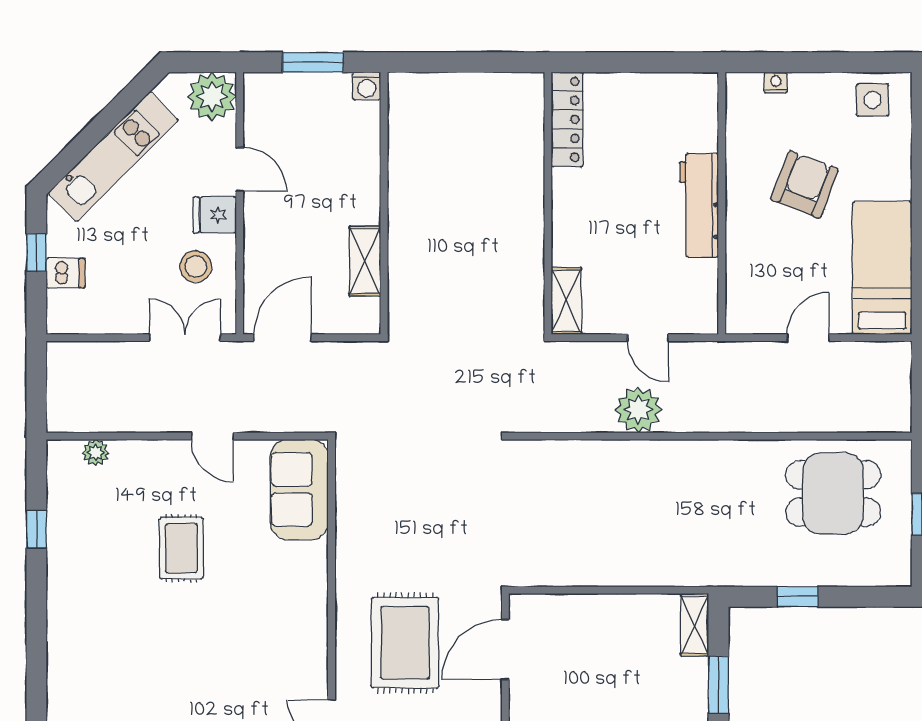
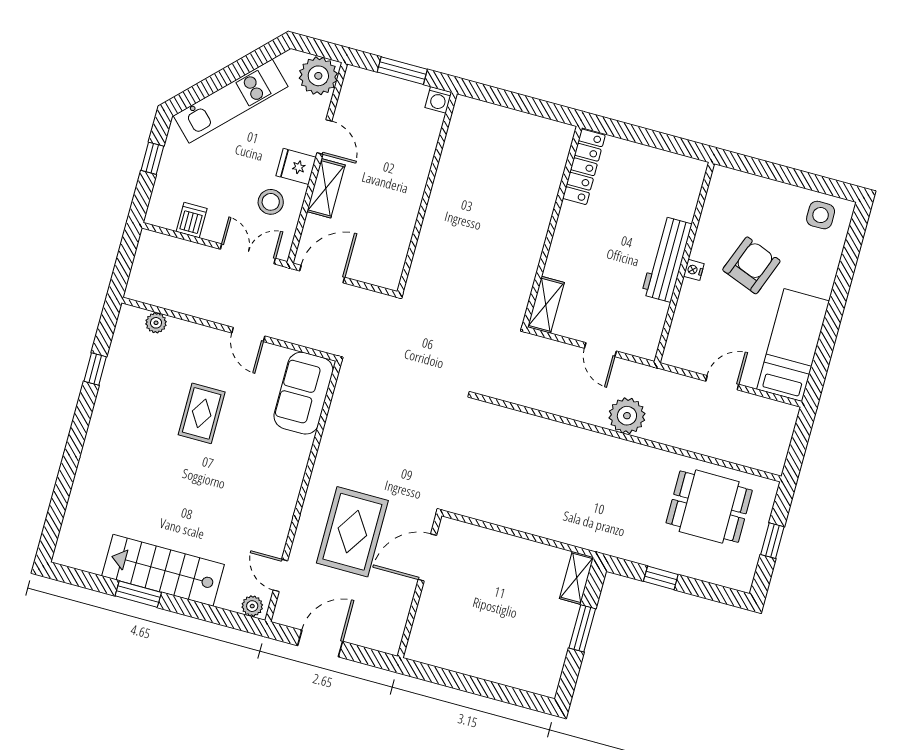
nightstand: (776, 83) -> (694, 270), moved, turned -90
shelving: (365, 261) -> (326, 188), moved
dishwasher: (66, 273) -> (192, 220), moved, turned -90
plant: (638, 410) -> (627, 416), moved

